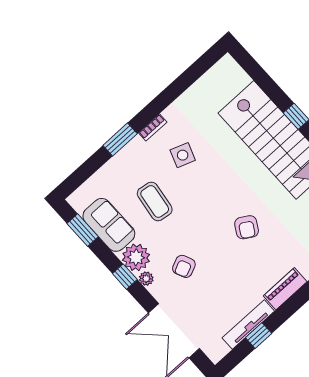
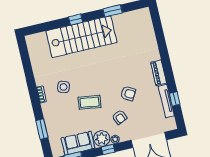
window: (120, 139) -> (42, 129), moved
coffee table: (155, 201) -> (90, 102), moved
armchair: (247, 227) -> (128, 93), moved

